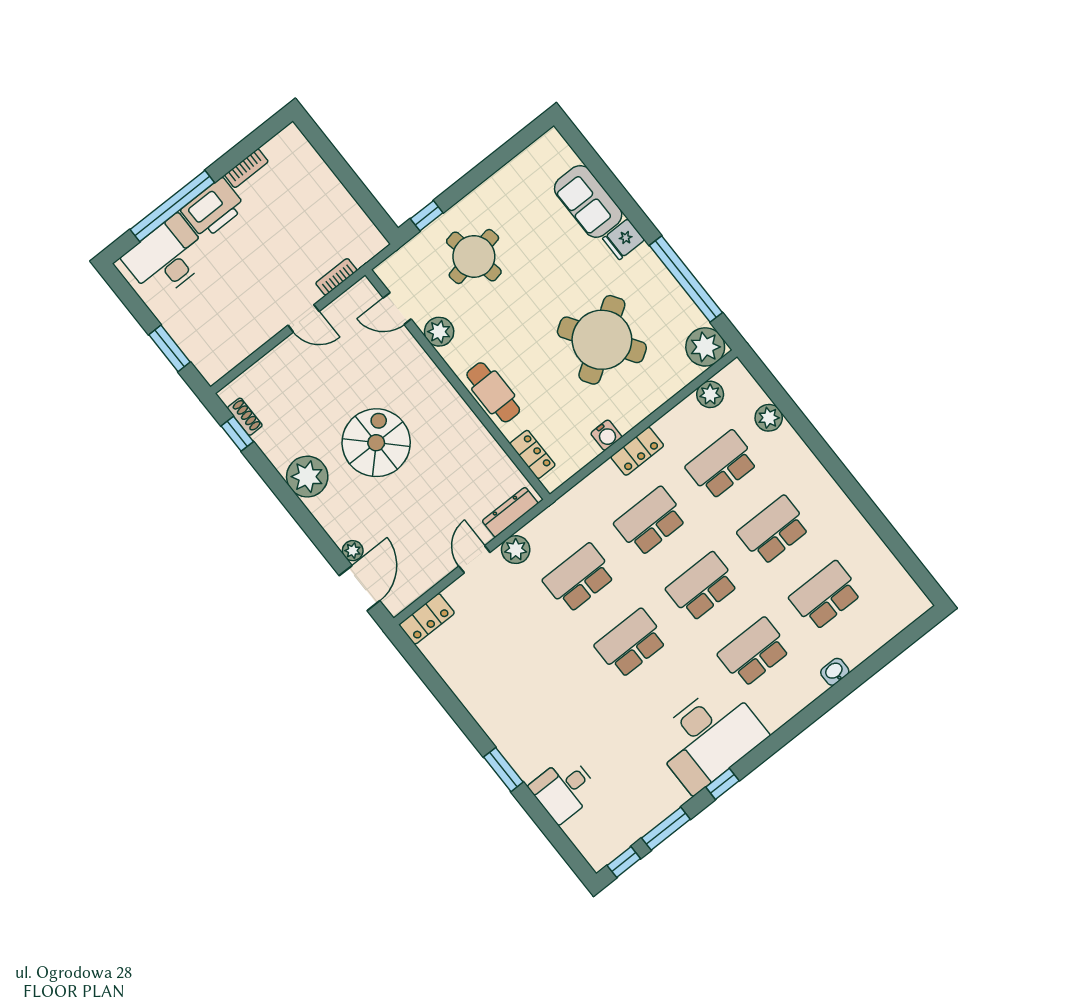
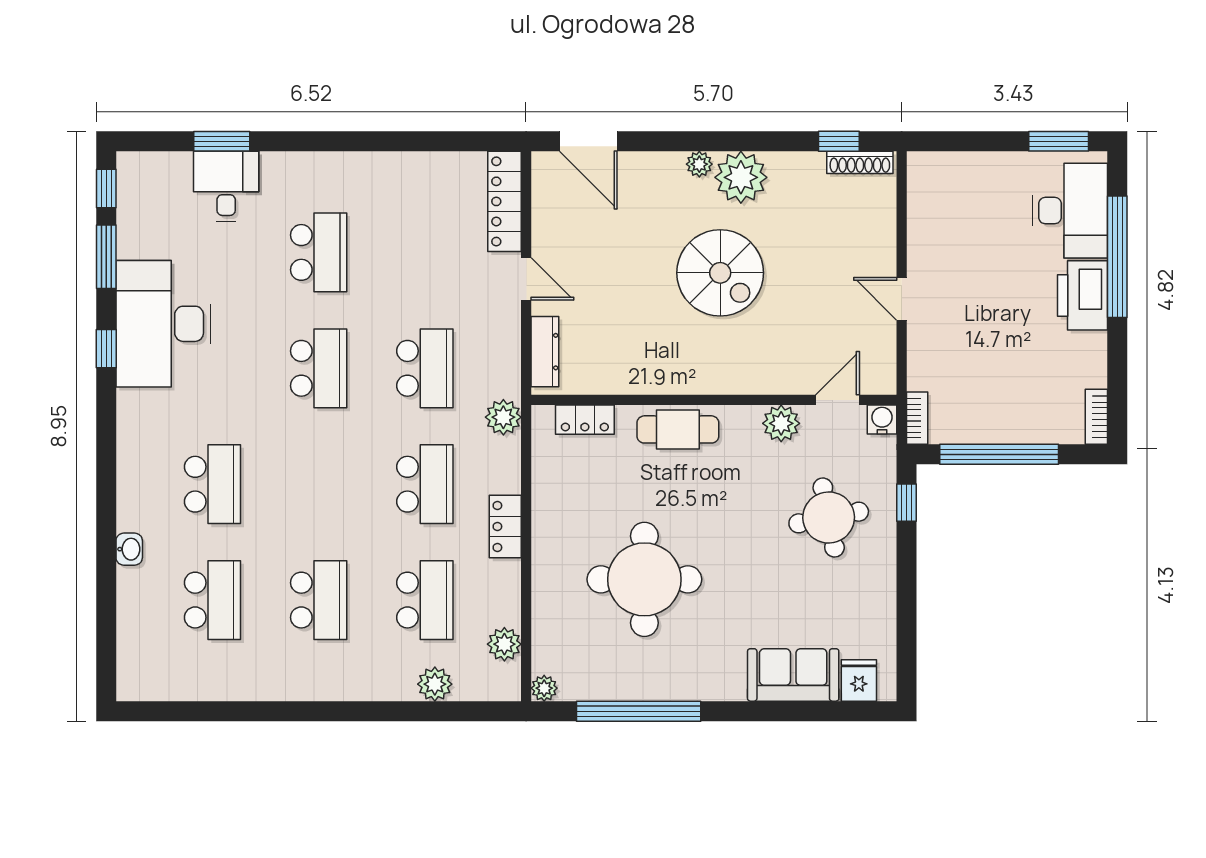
bookcase: (246, 168) -> (1096, 417), moved
window: (352, 182) -> (999, 454), added
fridge: (624, 239) -> (859, 680), moved
bookcase: (336, 277) -> (917, 418), moved
door: (304, 318) -> (902, 299), hinge flipped
round table: (602, 340) -> (644, 579), turned 33
plant: (705, 347) -> (544, 688), width x0.53, depth x0.53
window: (169, 348) -> (1059, 141), moved
shoe rack: (245, 417) -> (860, 162), width x1.43
water cooler: (606, 435) -> (882, 420), moved, turned 90
plant: (516, 550) -> (503, 417), moved
plant: (353, 551) -> (699, 164), moved
school desk: (702, 587) -> (319, 252), moved
locker: (427, 619) -> (505, 201), width x1.53
desk: (709, 737) -> (164, 324), moved
window: (503, 770) -> (222, 141), moved

